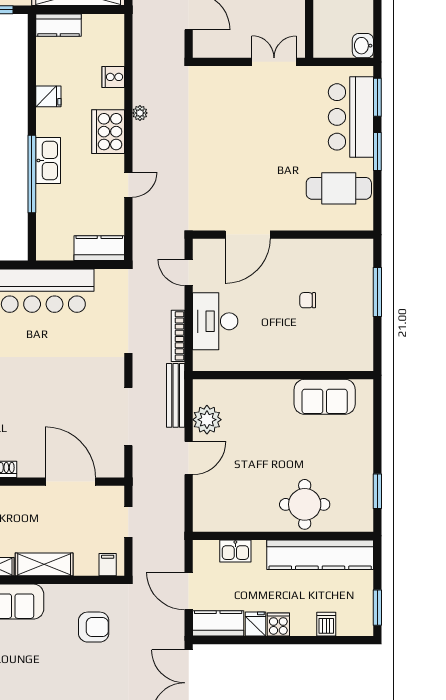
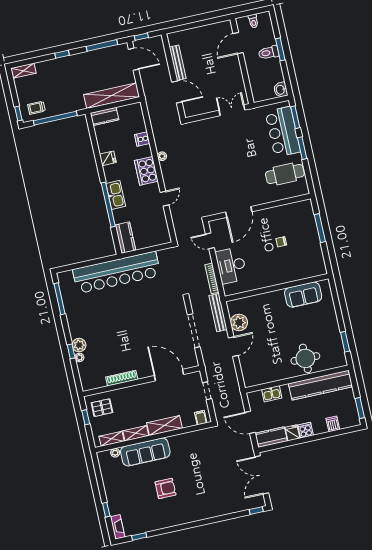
kitchen counter: (99, 248) -> (125, 238), moved, turned 90
armchair: (94, 627) -> (165, 488), moved

